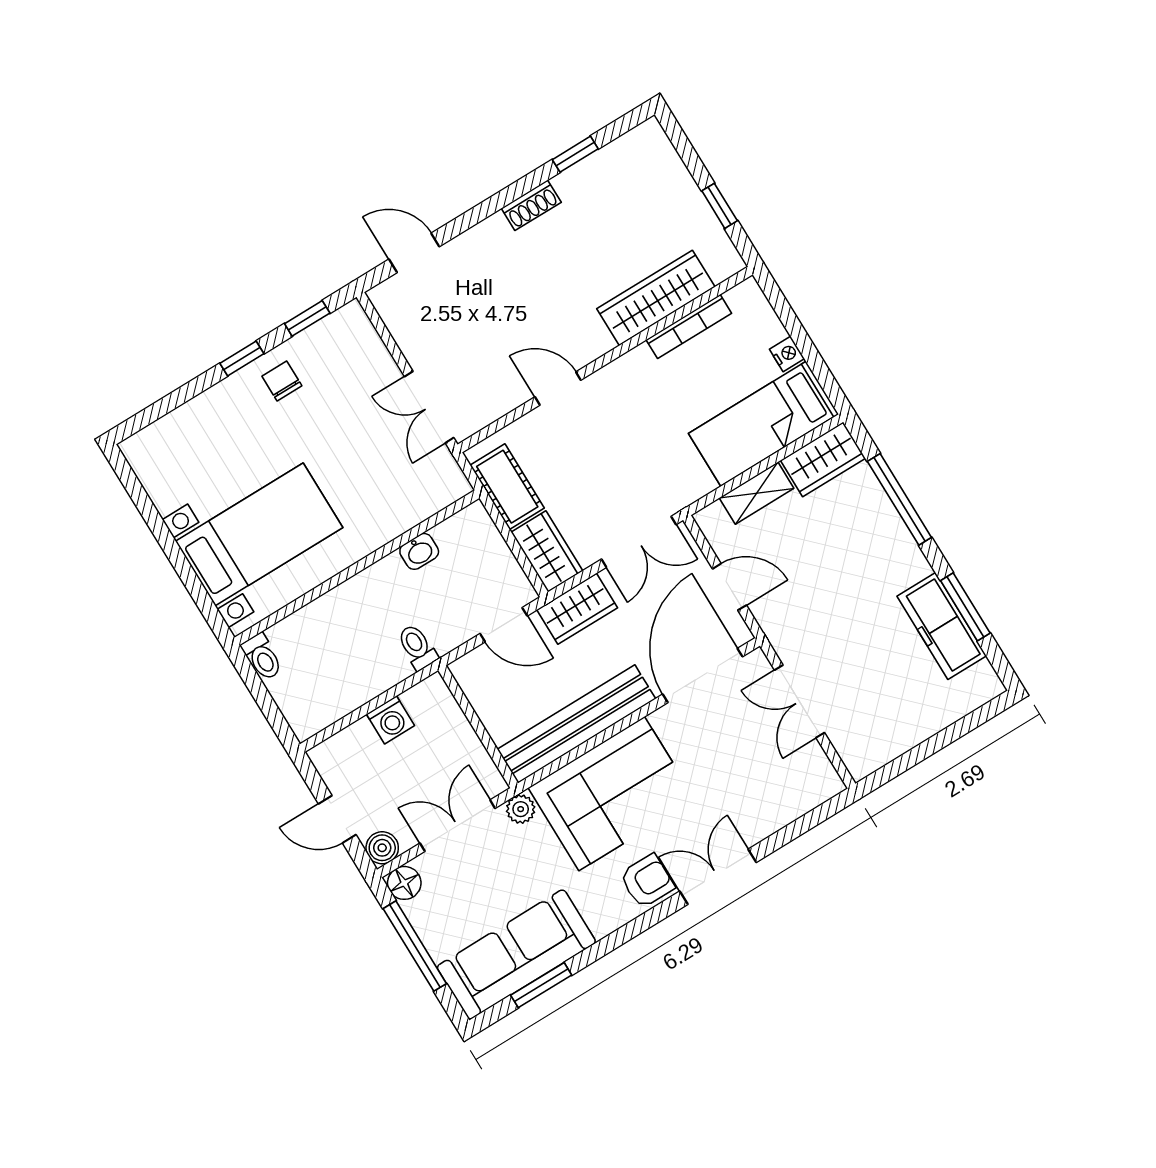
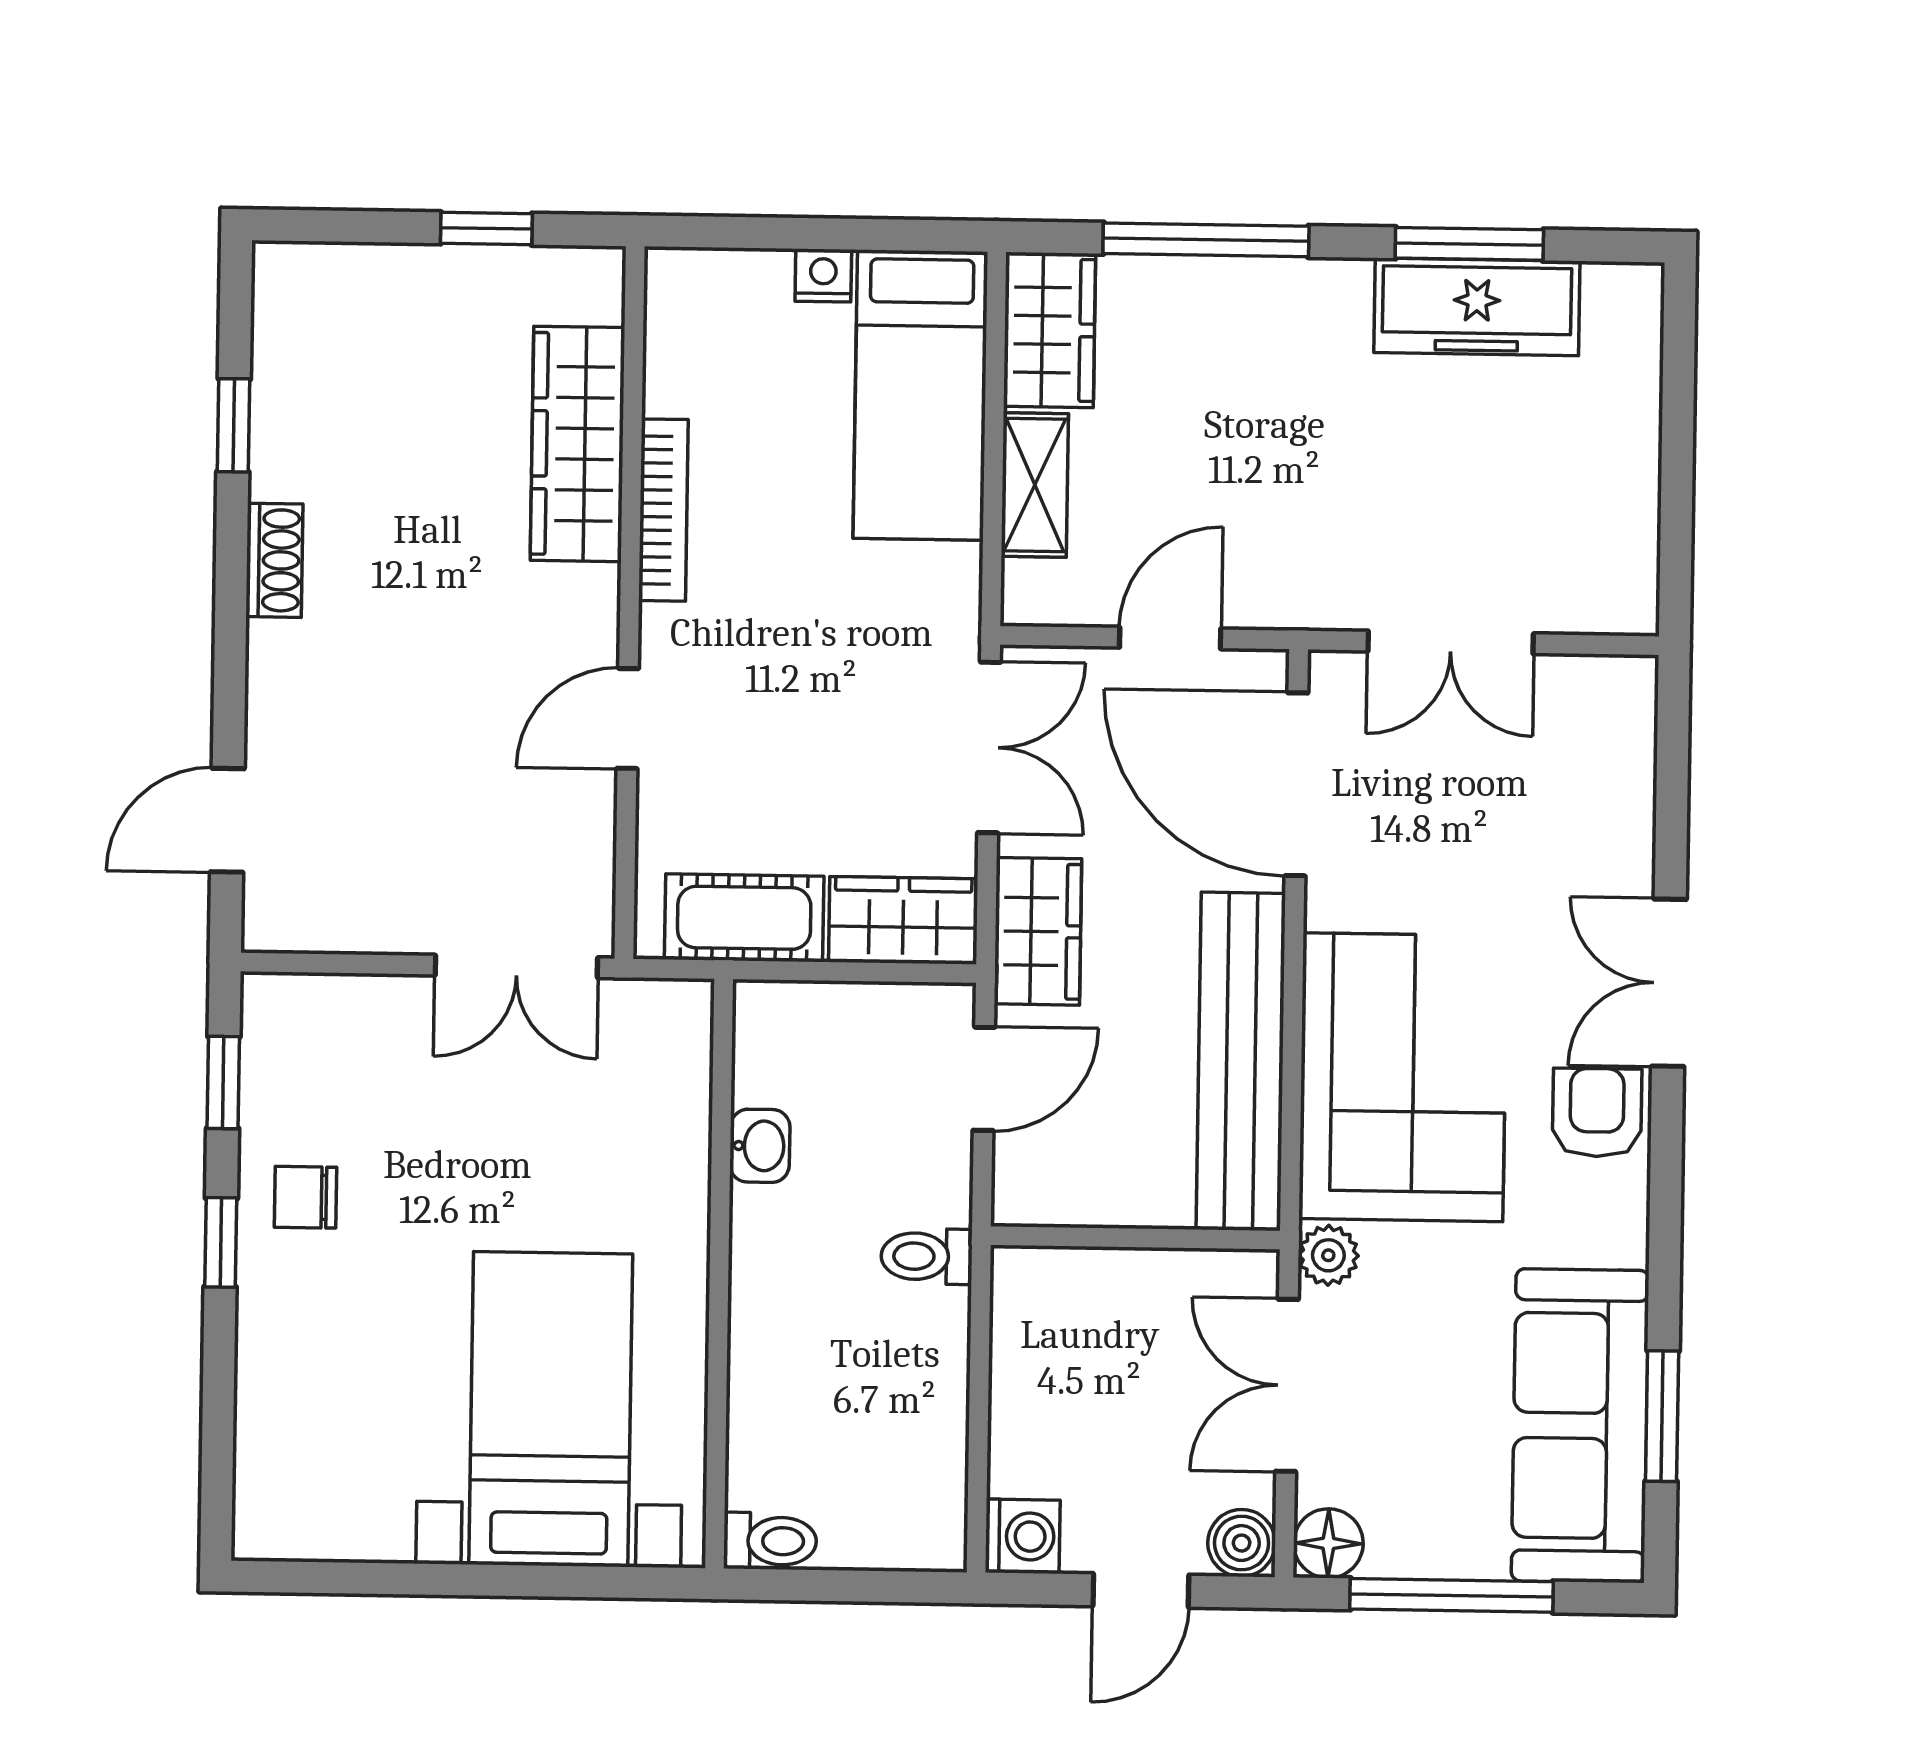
bookcase: (689, 326) -> (663, 510), moved
washing machine: (390, 720) -> (1023, 1536), moved

